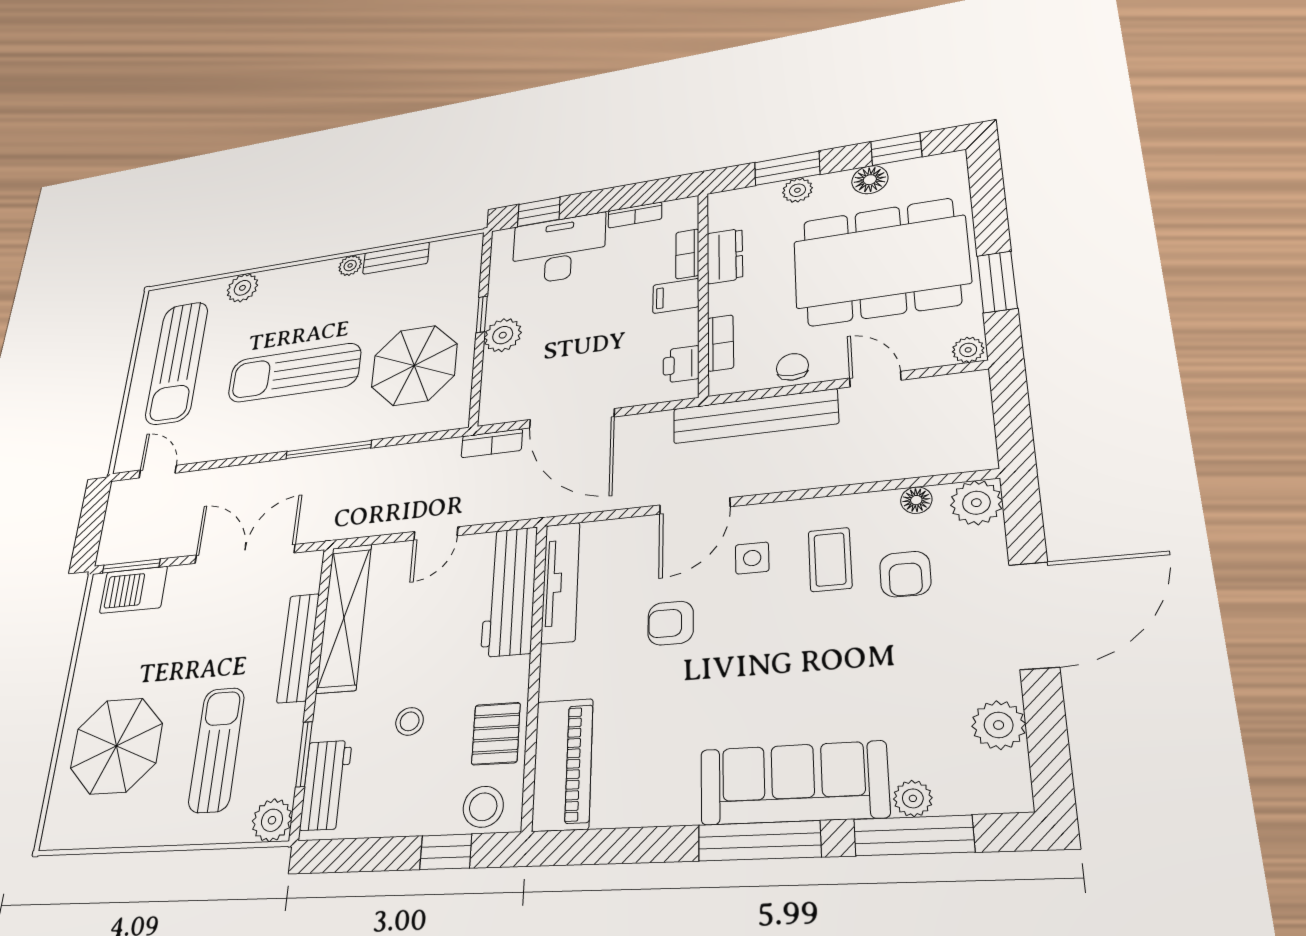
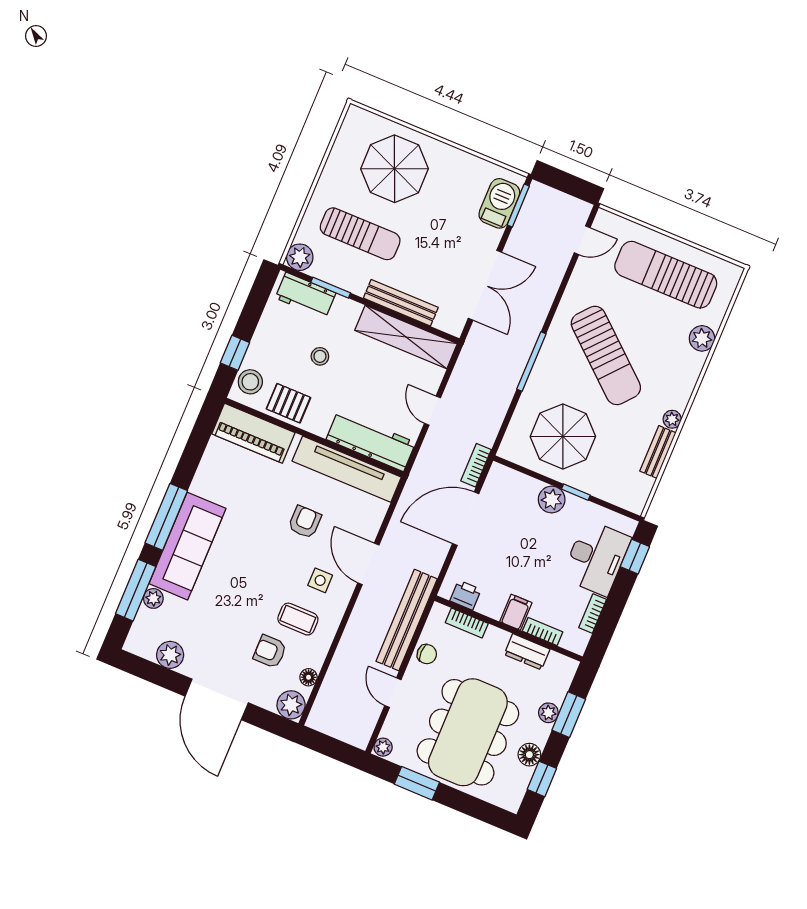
sun lounger: (294, 373) -> (606, 355), turned 131
door: (875, 379) -> (393, 693), swing flipped
tv unit: (560, 582) -> (347, 469), width x1.36, depth x1.29

